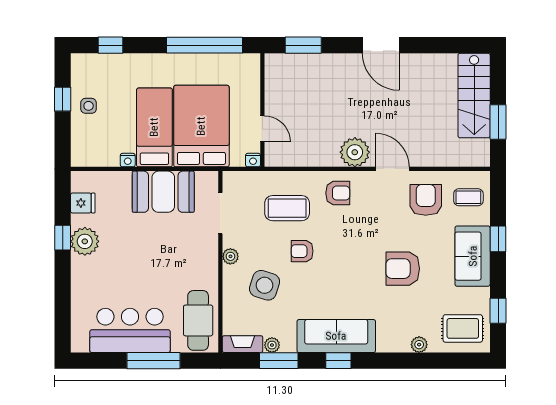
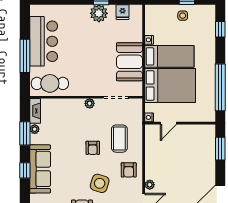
plant: (355, 152) -> (150, 185), width x0.53, depth x0.53
armchair: (302, 251) -> (93, 148), turned 180
side table: (265, 285) -> (100, 183), moved

